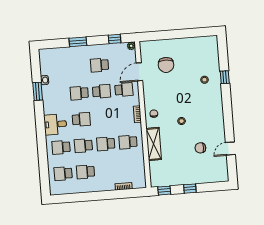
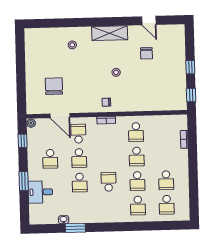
chair: (166, 65) -> (54, 86), turned -90
window: (225, 77) -> (71, 23), removed
school desk: (102, 91) -> (79, 158), turned 180
desk: (55, 124) -> (40, 192), moved, turned 90
shelving: (154, 144) -> (110, 33), moved

